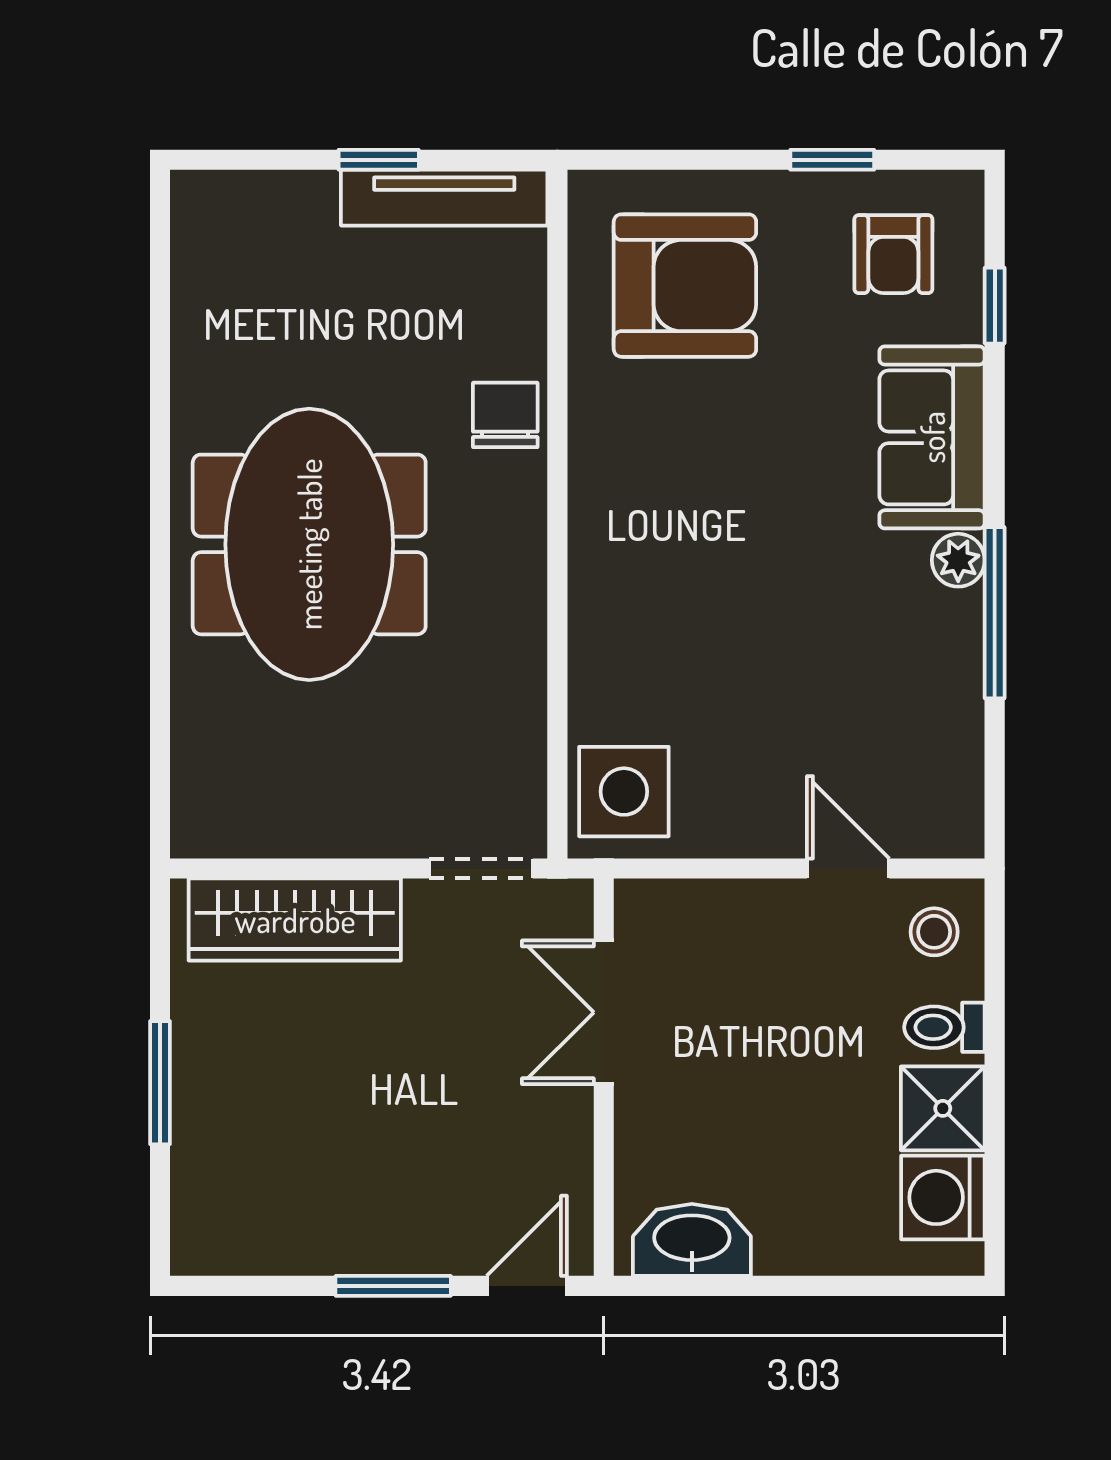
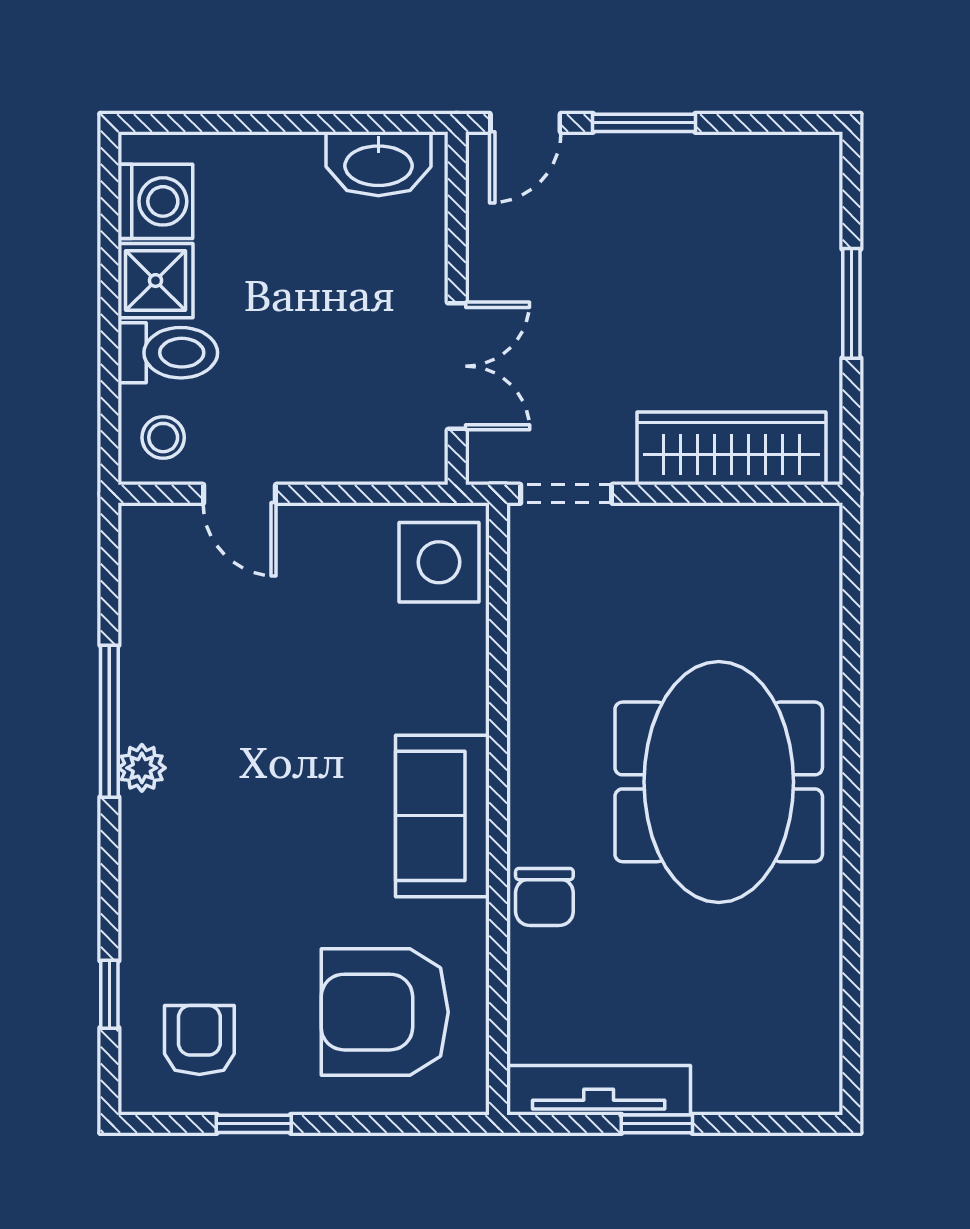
sofa: (932, 437) -> (442, 816), moved, turned 180
toilet: (944, 1027) -> (168, 353), width x1.37, depth x1.39

